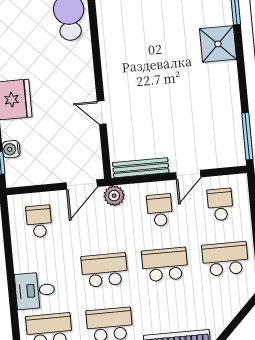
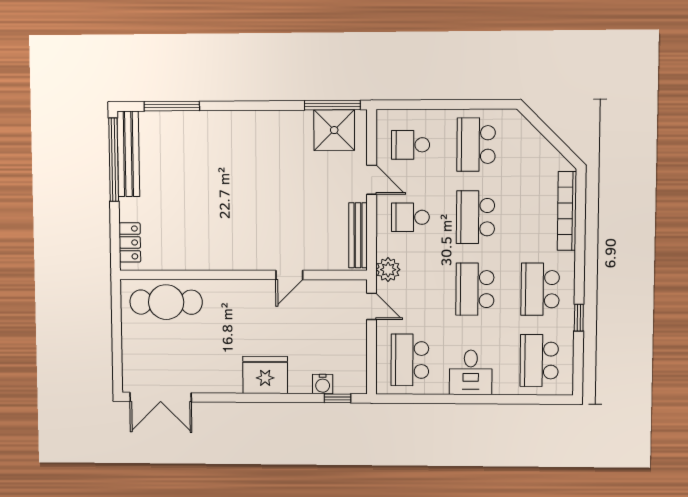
shower: (218, 44) -> (334, 130), moved
door: (82, 185) -> (372, 306), width x0.73
school desk: (39, 221) -> (410, 360), width x1.85
desk: (35, 290) -> (471, 372), moved

